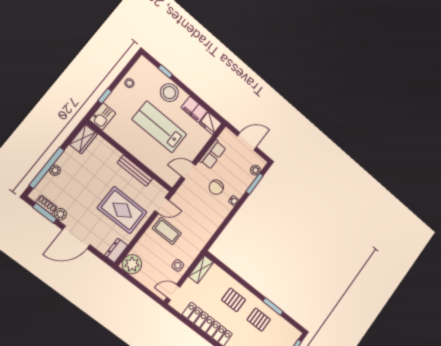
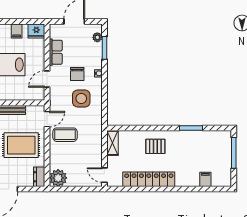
filing cabinet: (194, 109) -> (17, 31), width x0.50
side table: (178, 265) -> (81, 98), moved, width x1.87, depth x1.87
door: (173, 292) -> (104, 175), hinge flipped
pallet: (259, 320) -> (187, 146), removed

